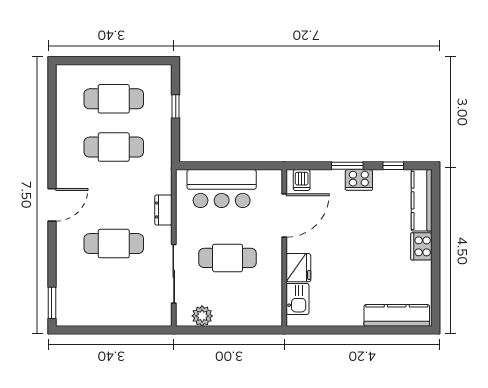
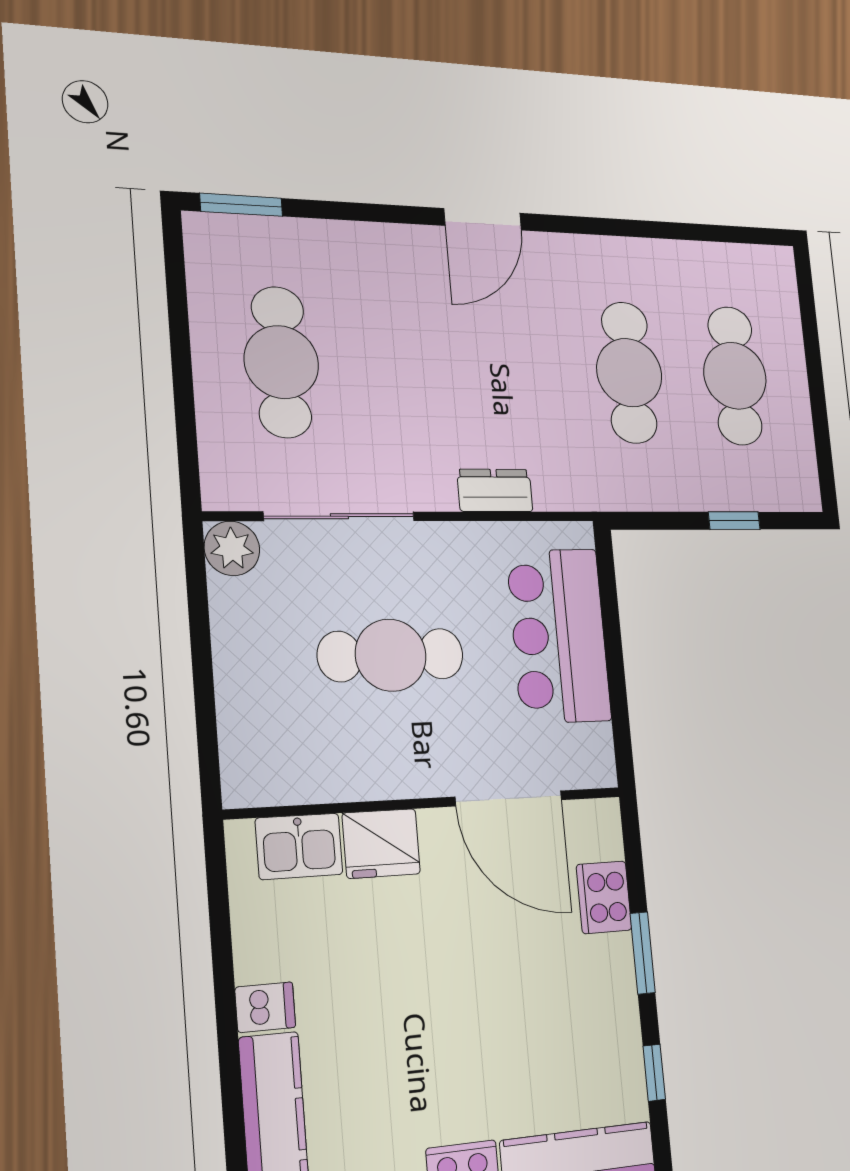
dishwasher: (302, 180) -> (265, 1007), moved, turned 180
cooker: (359, 180) -> (604, 897), moved
door: (52, 205) -> (483, 219), hinge flipped
cafe table: (114, 244) -> (281, 362), moved
cafe table: (228, 258) -> (391, 655), turned 90
plant: (202, 316) -> (232, 548), moved

